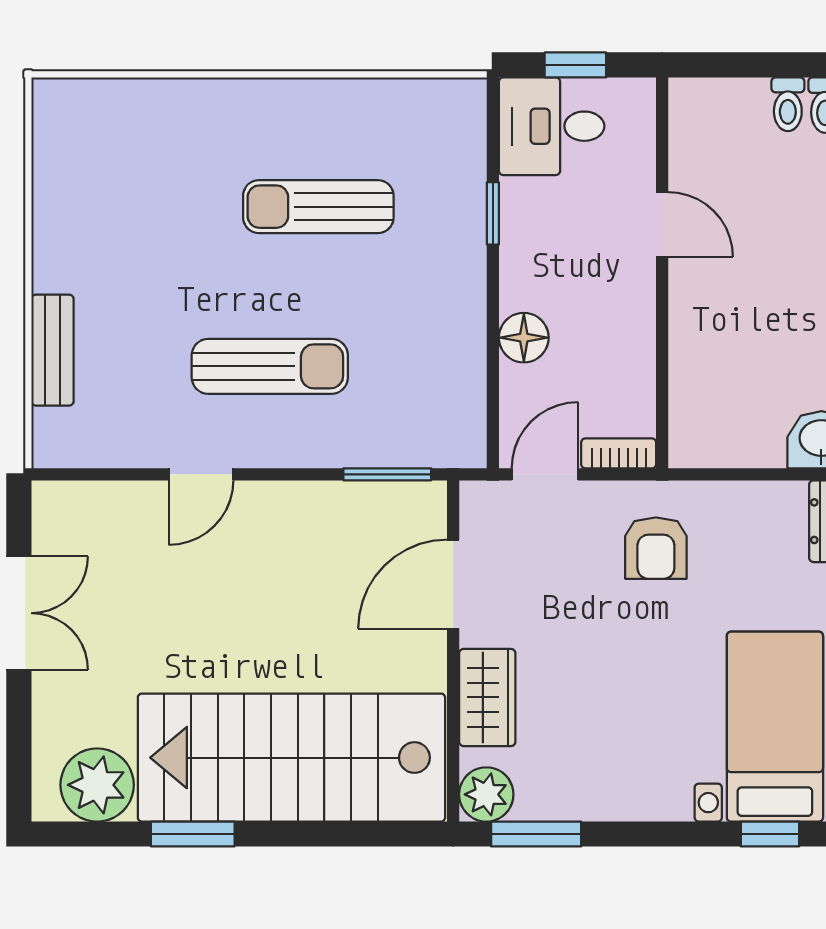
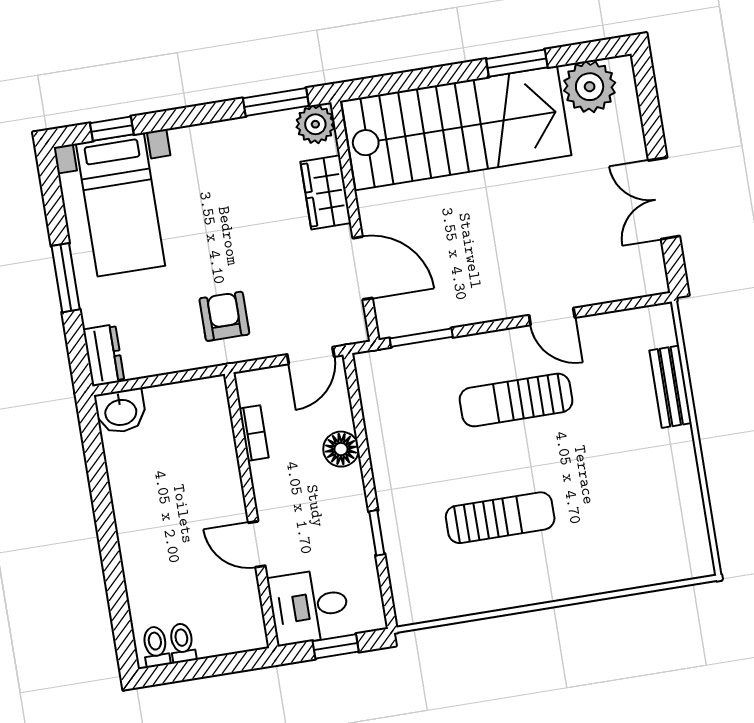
desk: (552, 126) -> (309, 607), moved, turned 180
bookcase: (619, 453) -> (254, 433), moved, turned -90
door: (201, 474) -> (552, 316), swing flipped
door: (453, 584) -> (363, 268), hinge flipped

